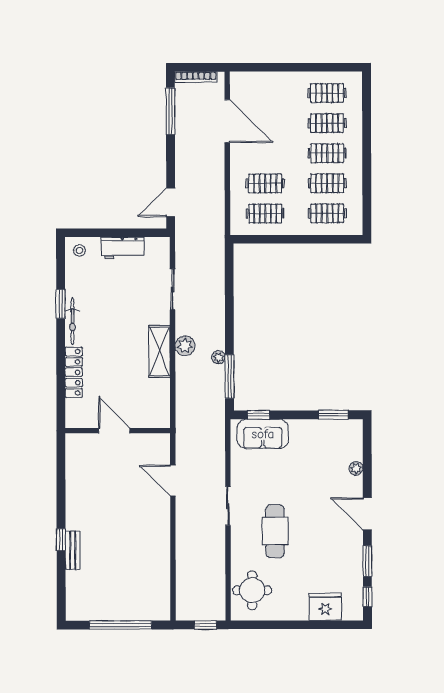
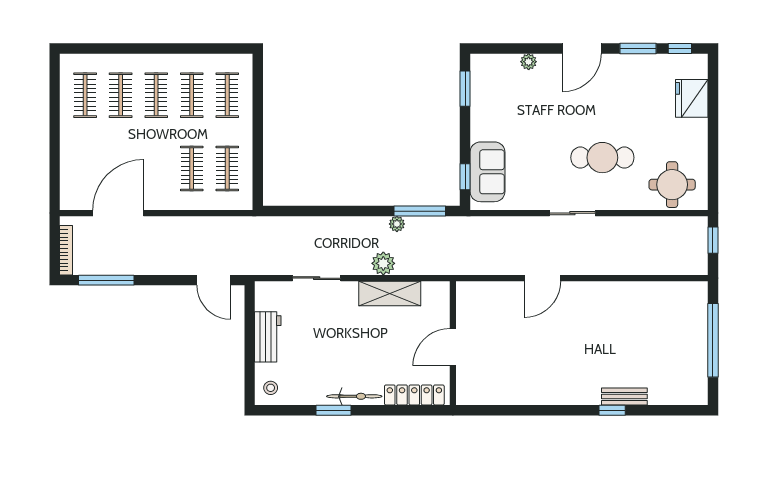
door: (114, 431) -> (453, 347), moved
wall: (118, 431) -> (453, 343), moved

